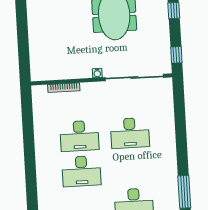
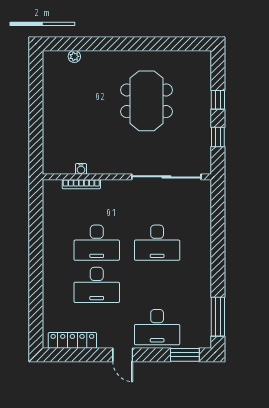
window: (176, 55) -> (218, 137), moved
water cooler: (97, 73) -> (81, 169), moved

